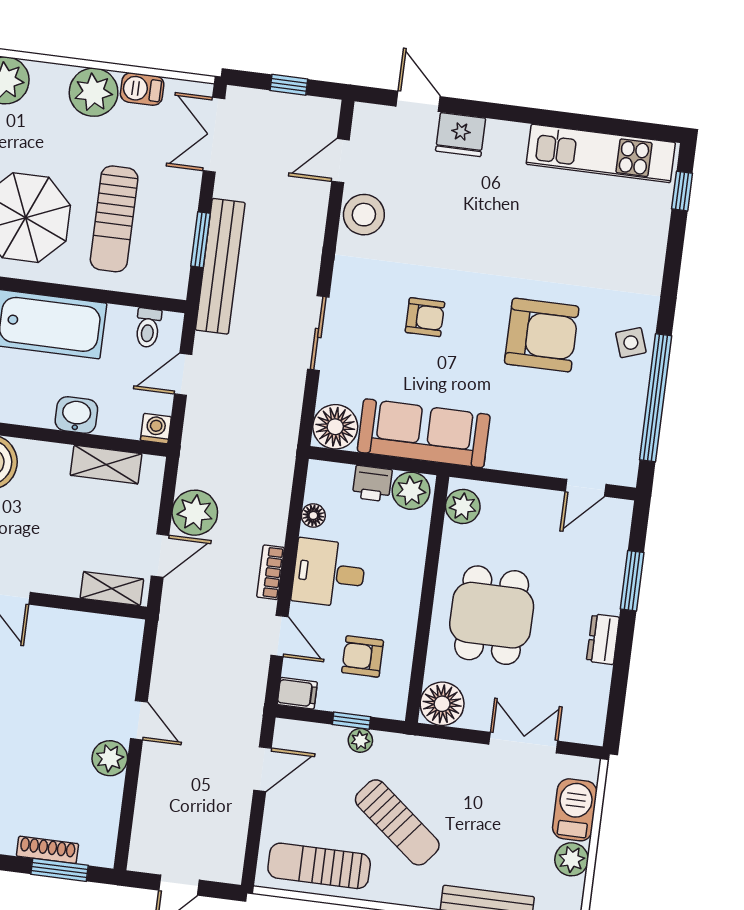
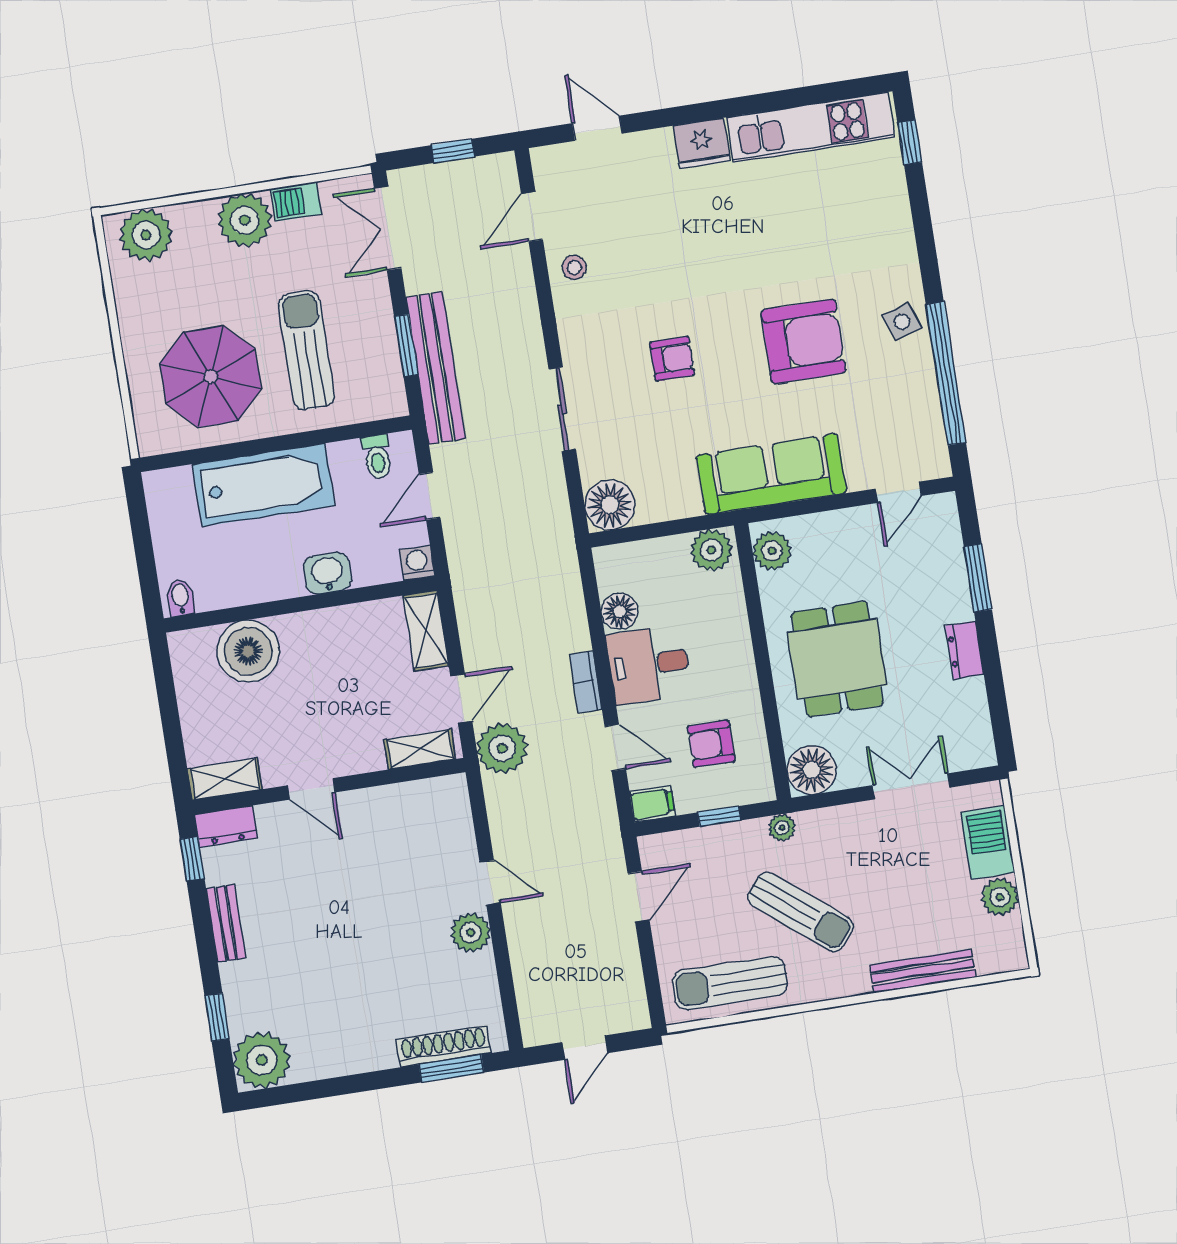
fridge: (461, 135) -> (702, 143), moved
stool: (364, 215) -> (574, 267), width x0.53, depth x0.53
sun lounger: (114, 219) -> (306, 350), turned 180
sofa: (424, 433) -> (771, 474), moved
shelving: (106, 465) -> (426, 631), moved, turned 90
printer: (372, 484) -> (667, 555), removed
plant: (195, 513) -> (502, 748), moved
floor lamp: (313, 515) -> (620, 611), width x1.37, depth x1.37
plant: (360, 740) -> (782, 828), moved
shoe rack: (47, 850) -> (444, 1046), width x1.36, depth x1.24

